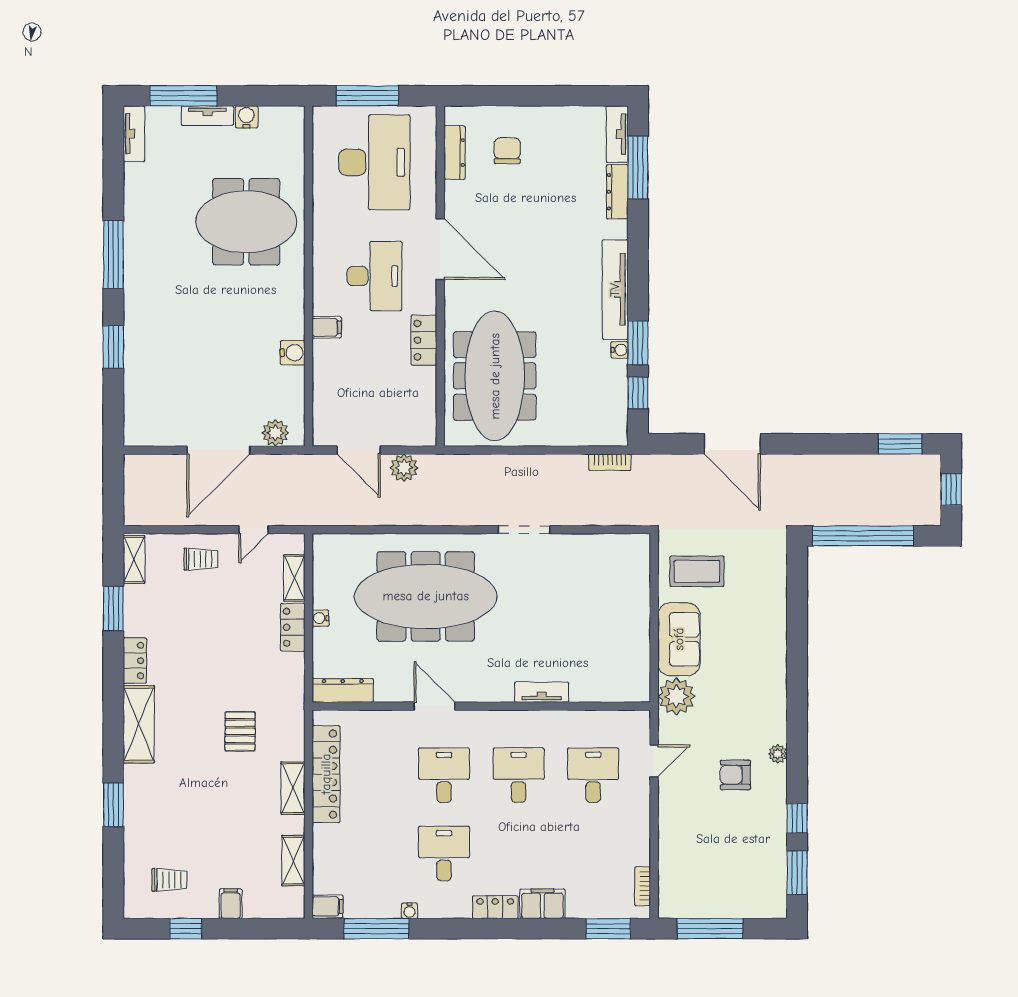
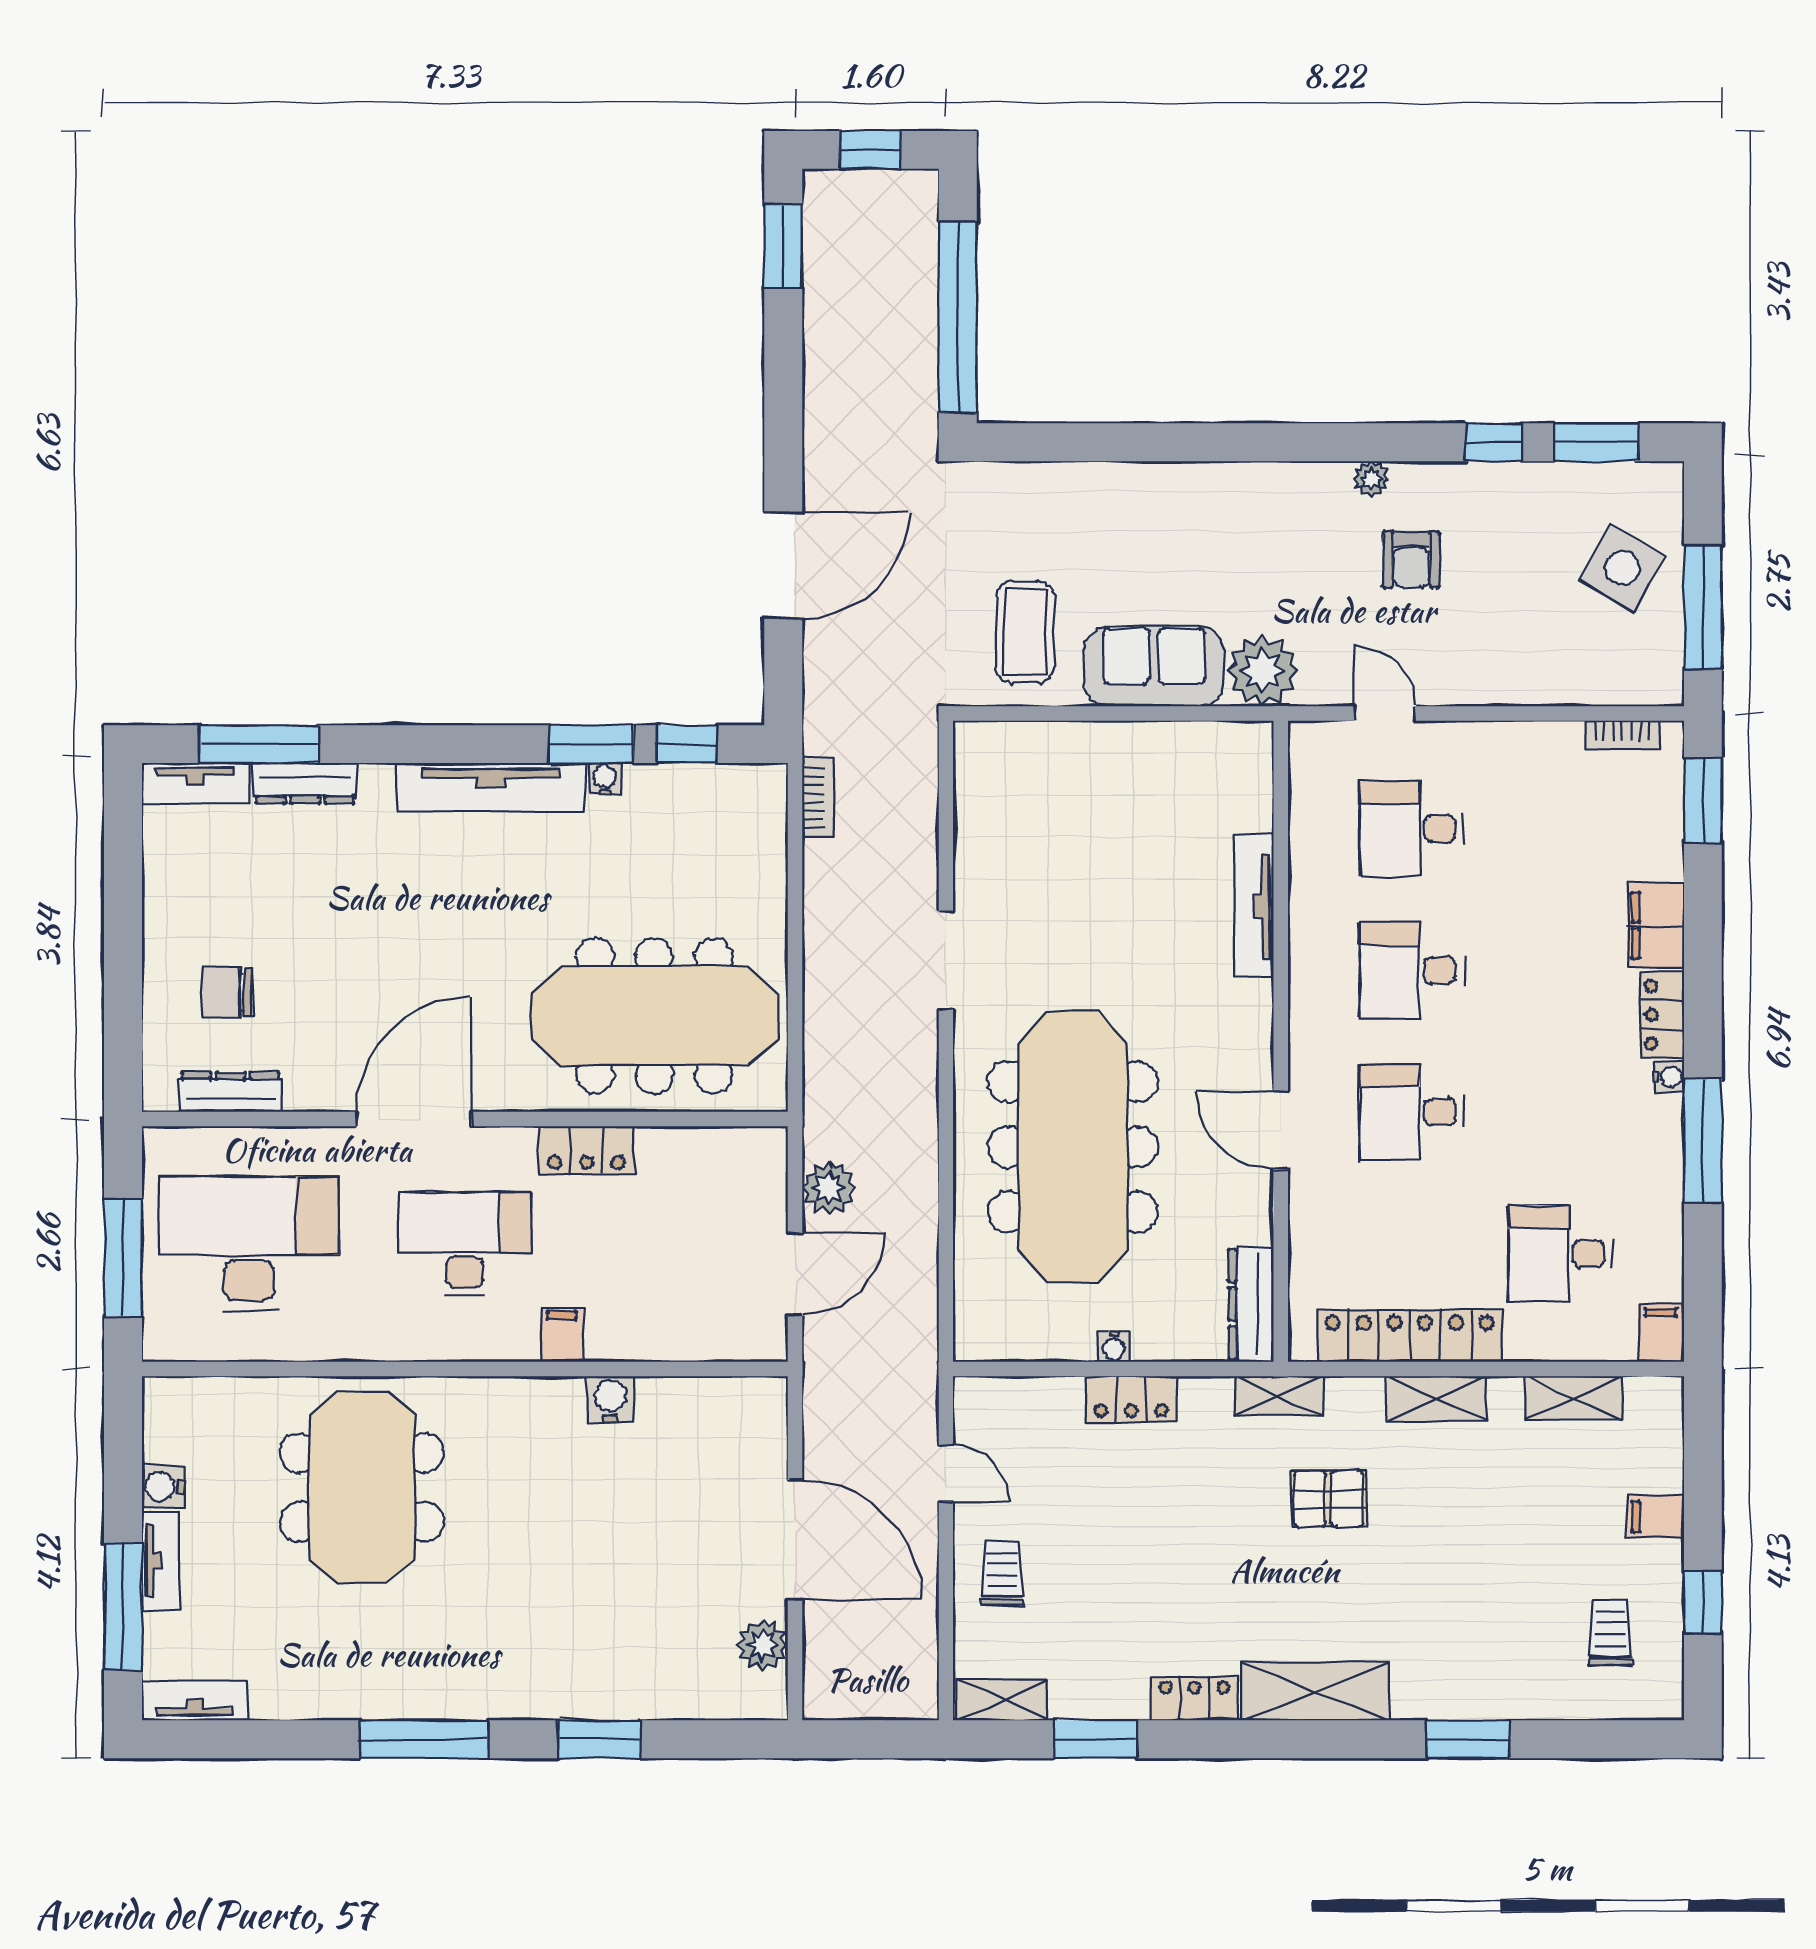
plant: (275, 433) -> (762, 1645), moved
shelving: (294, 578) -> (1278, 1396), moved
tv unit: (542, 692) -> (1254, 906), width x1.41
door: (434, 706) -> (1281, 1130), hinge flipped
desk: (444, 853) -> (1560, 1253), moved
side table: (731, 886) -> (1622, 568), added
water cooler: (410, 911) -> (1669, 1077), moved
window: (376, 929) -> (1703, 1141), moved

